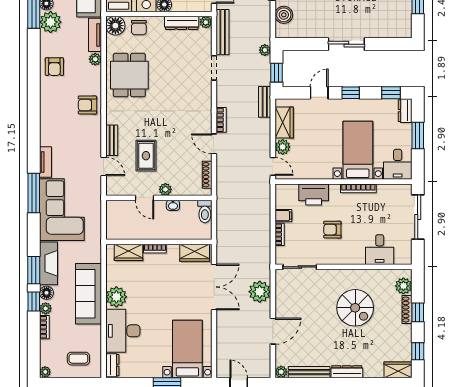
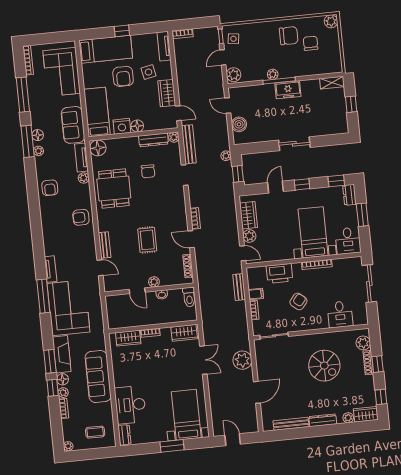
plant: (51, 22) -> (38, 151), width x0.53, depth x0.53
chair: (139, 28) -> (148, 171), moved
bench: (265, 102) -> (239, 287), moved
rug: (146, 156) -> (147, 240), moved
armchair: (332, 230) -> (298, 301), turned 130
double door: (214, 287) -> (203, 360), width x0.73
plant: (116, 297) -> (122, 377), removed
plant: (281, 372) -> (348, 418), moved

